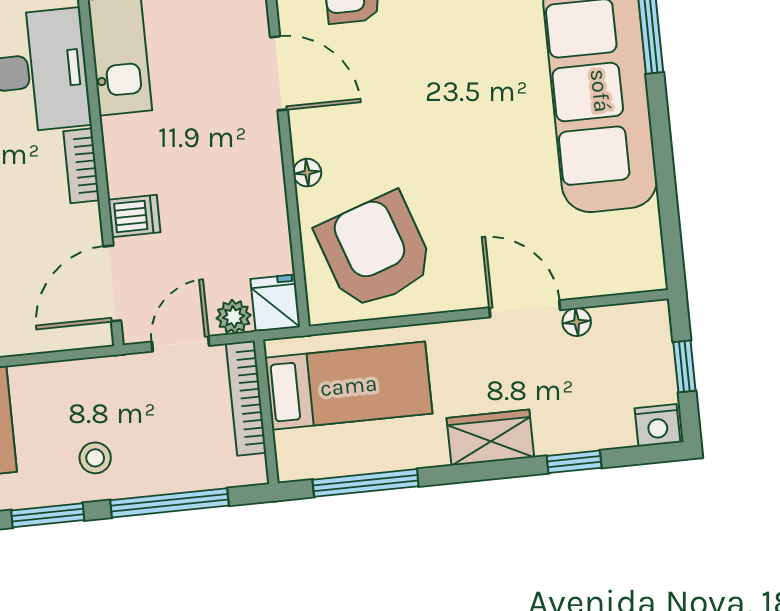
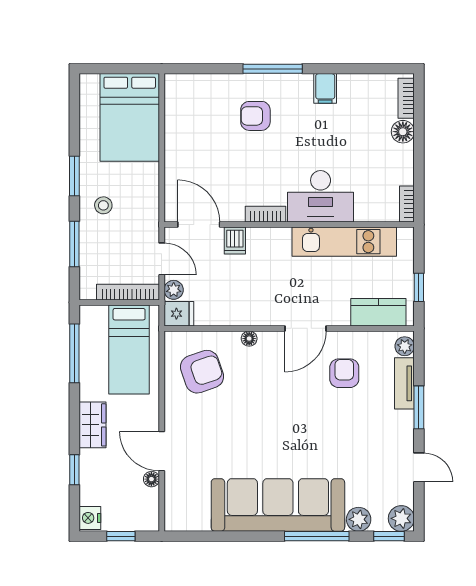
armchair: (375, 251) -> (202, 372), width x0.73, depth x0.73
door: (525, 309) -> (162, 451), swing flipped
window: (170, 503) -> (74, 244), width x0.69

